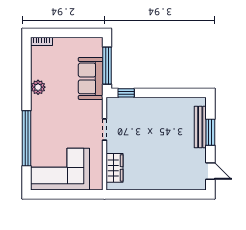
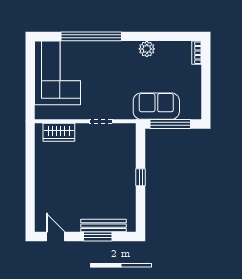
window: (126, 93) -> (141, 177), moved
door: (210, 171) -> (56, 236), swing flipped

